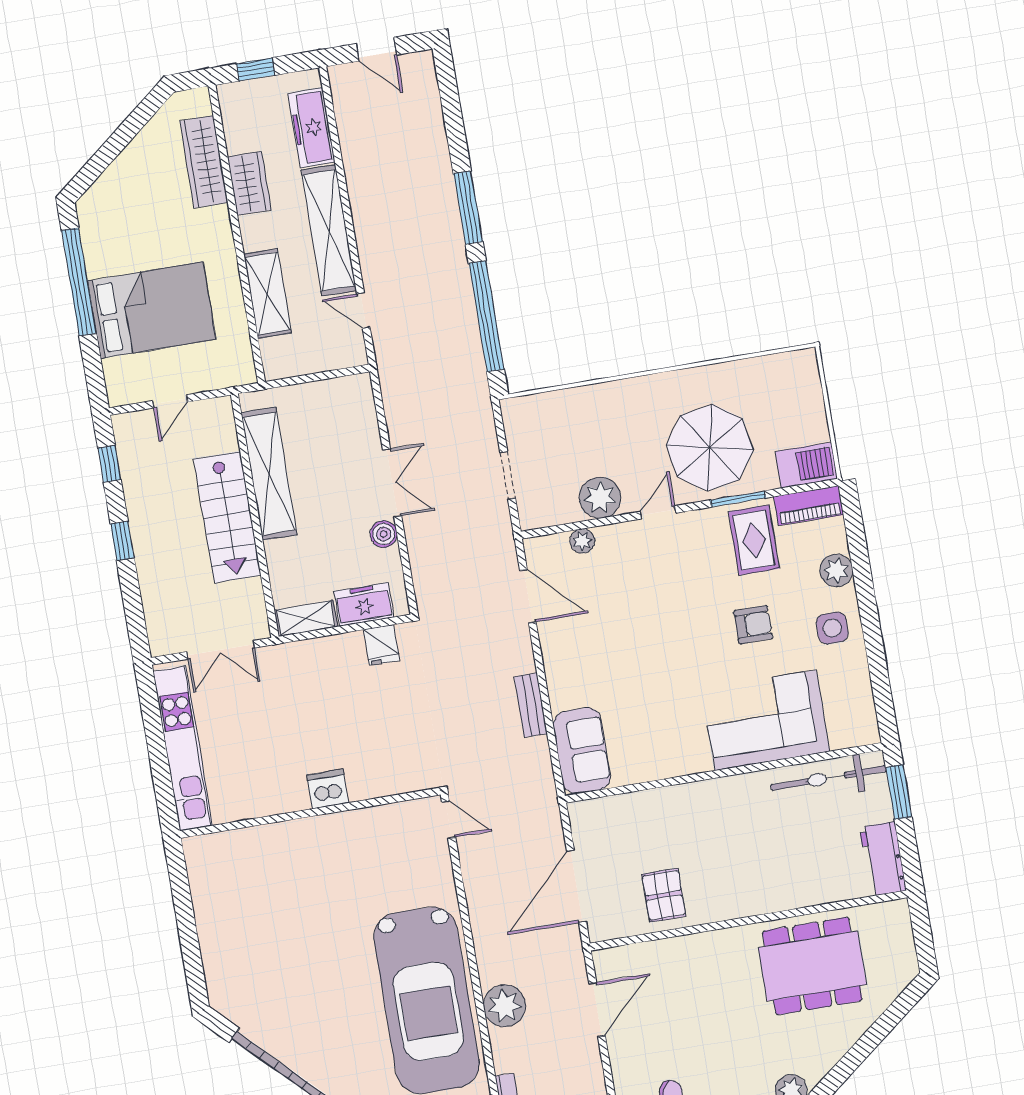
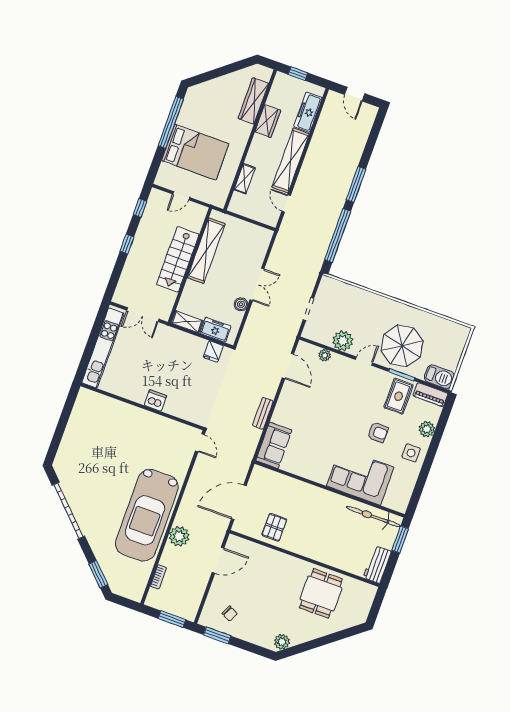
shelving: (268, 294) -> (245, 179), width x0.67, depth x0.75
dining table: (812, 966) -> (321, 593), width x0.73

